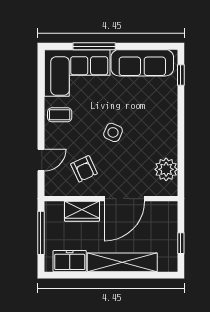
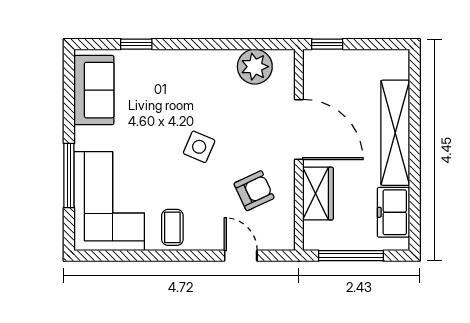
sofa: (142, 63) -> (94, 90), width x0.73
window: (181, 75) -> (136, 44), moved
window: (181, 243) -> (327, 44), moved

